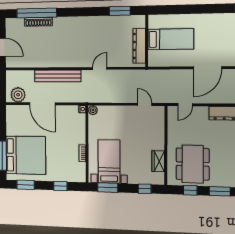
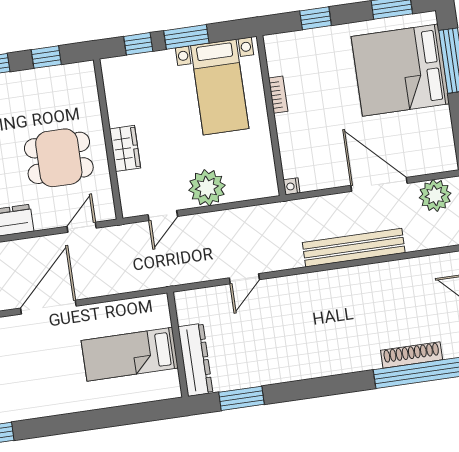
dresser: (139, 46) -> (195, 360), moved
door: (100, 68) -> (244, 279), moved
door: (145, 104) -> (163, 216), hinge flipped
plant: (93, 110) -> (207, 188), moved, width x1.87, depth x1.87
wardrobe: (158, 161) -> (125, 148), moved
dining table: (193, 164) -> (59, 158), moved, width x0.73
window: (108, 188) -> (186, 37), moved

